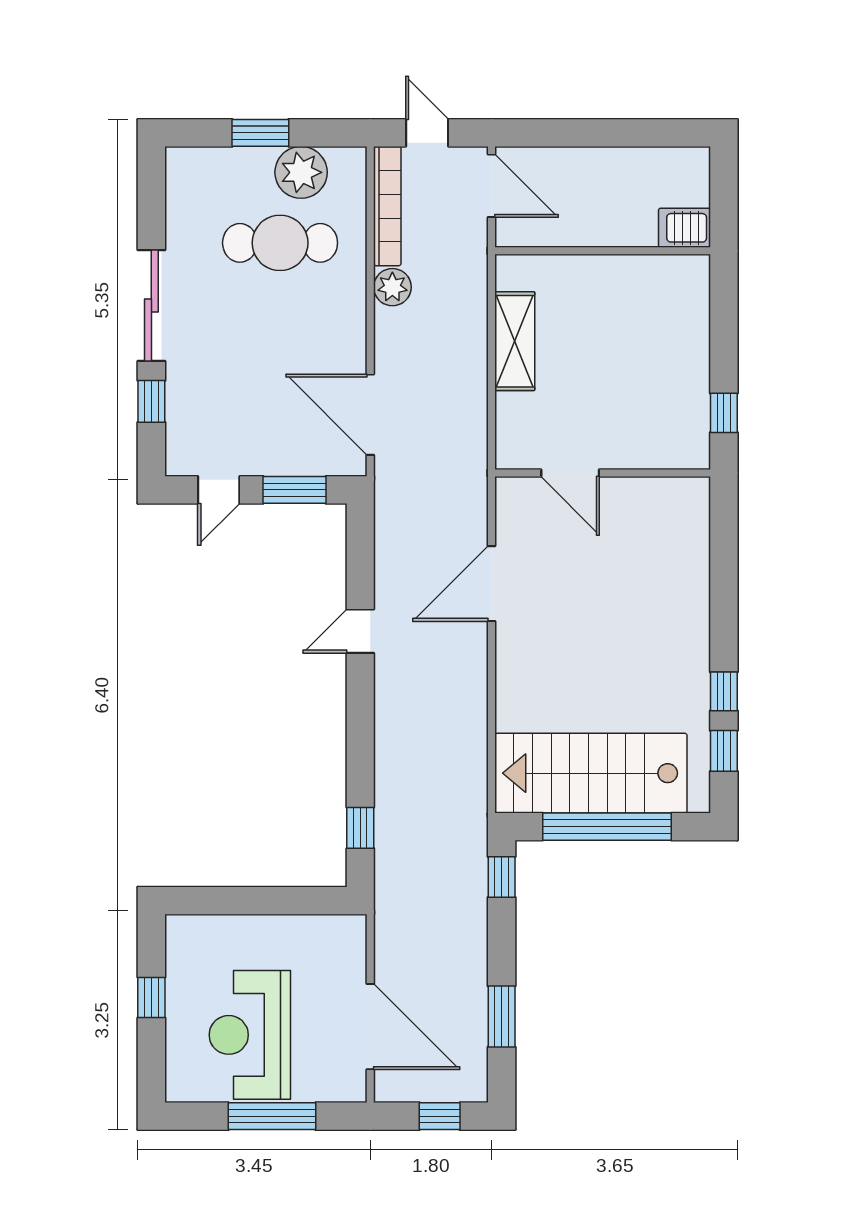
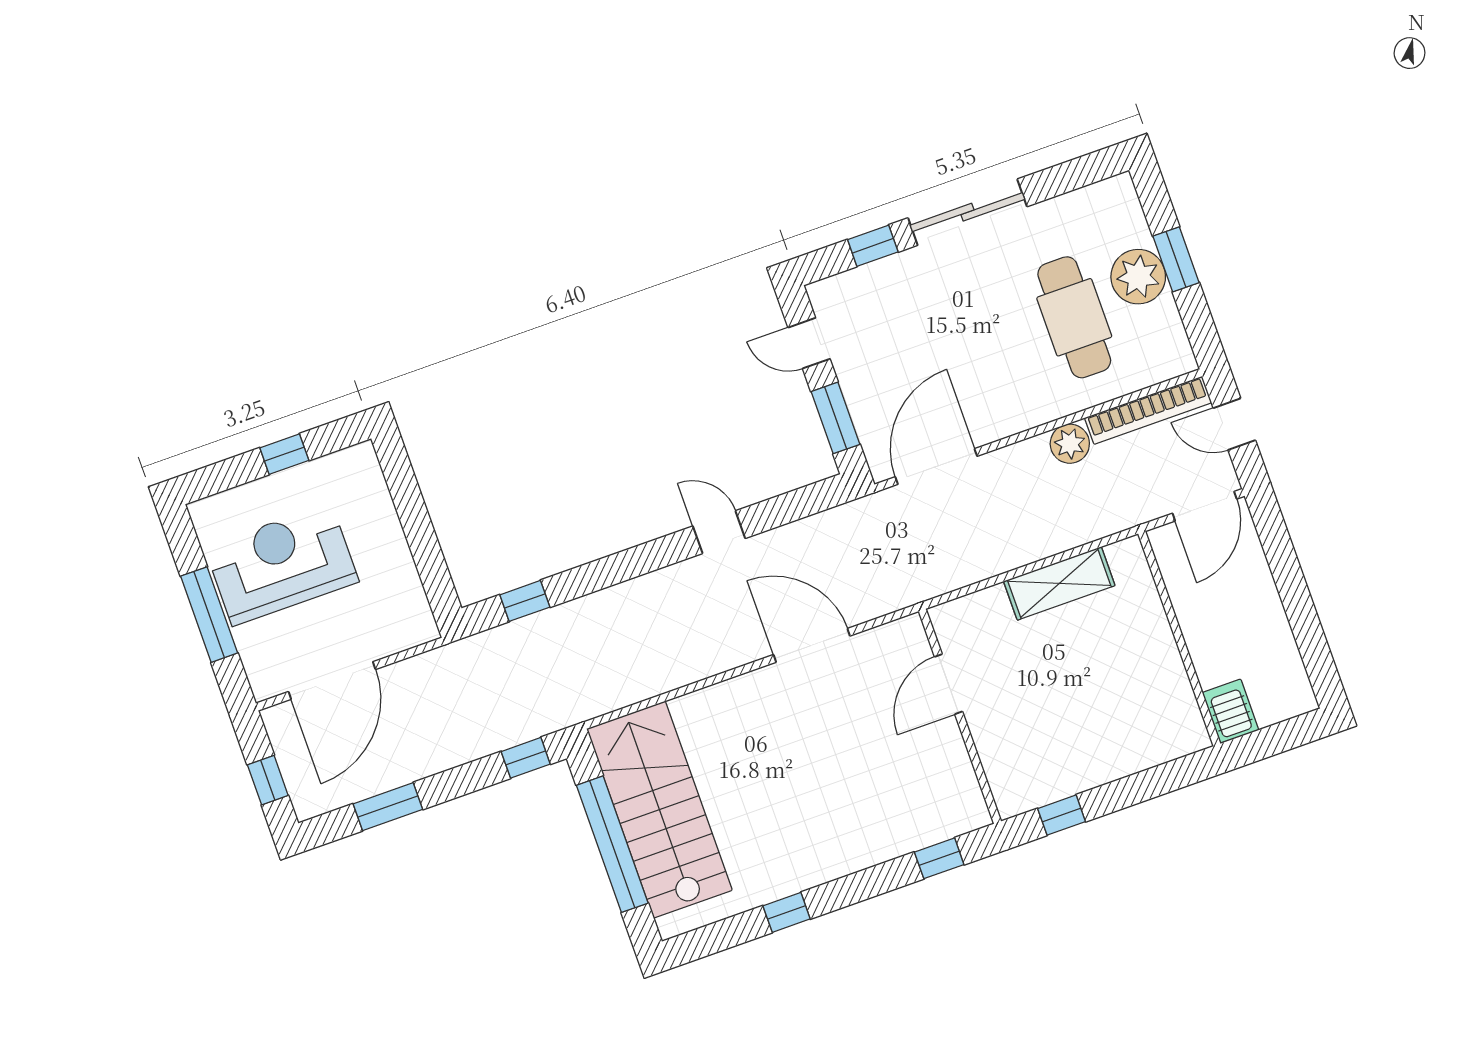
door: (427, 133) -> (1234, 424), swing flipped
plant: (301, 172) -> (1138, 277), moved
window: (724, 751) -> (939, 858), moved

